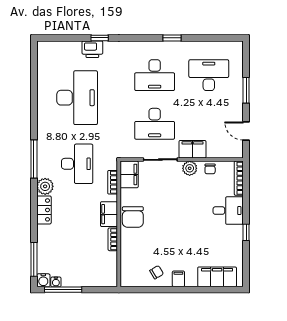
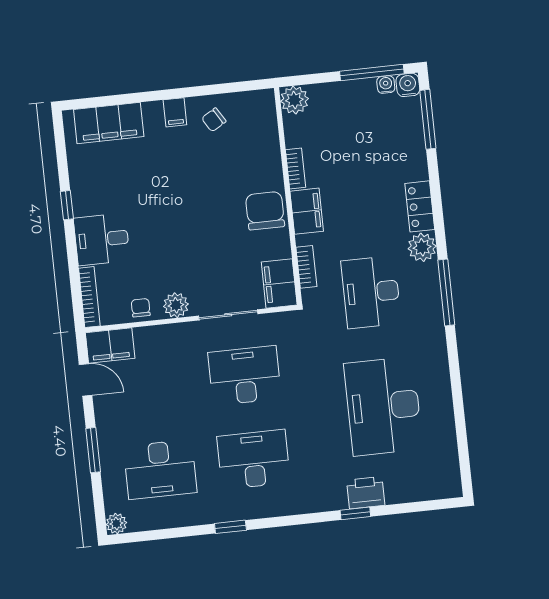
plant: (237, 47) -> (116, 524), added
filing cabinet: (192, 149) -> (110, 345), moved
plant: (109, 279) -> (294, 100), added

